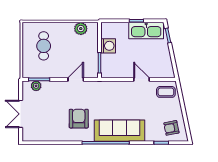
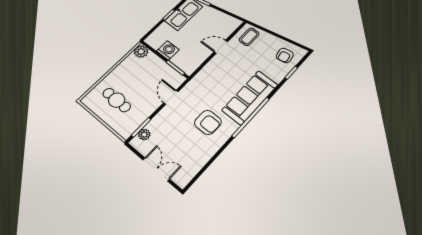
plant: (81, 29) -> (141, 52), moved
double door: (21, 114) -> (156, 169), swing flipped
armchair: (79, 119) -> (208, 122), turned 180

